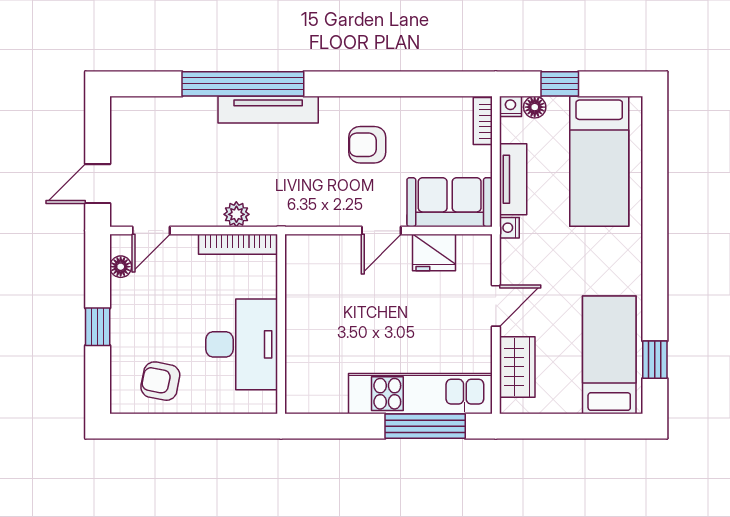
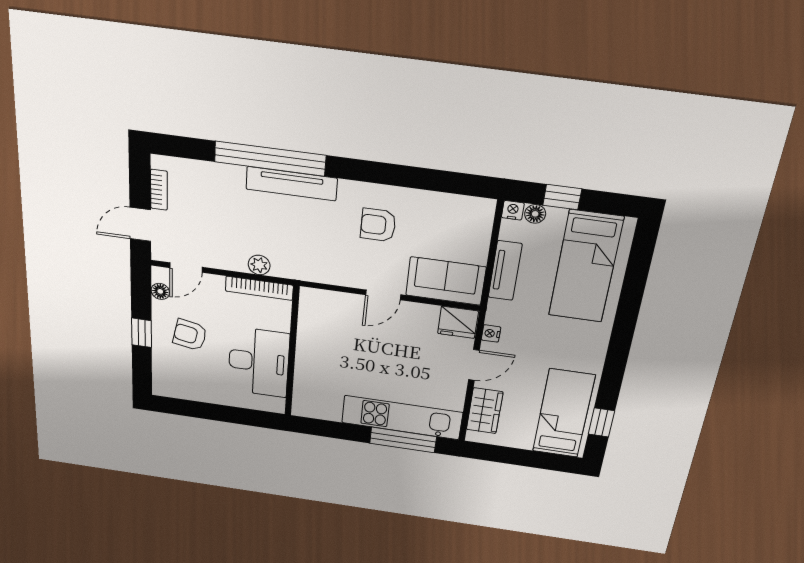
bookcase: (483, 121) -> (159, 190), moved, turned 180
nightstand: (509, 228) -> (491, 333), moved
fridge: (434, 252) -> (458, 322), moved
armchair: (160, 381) -> (190, 335), moved

